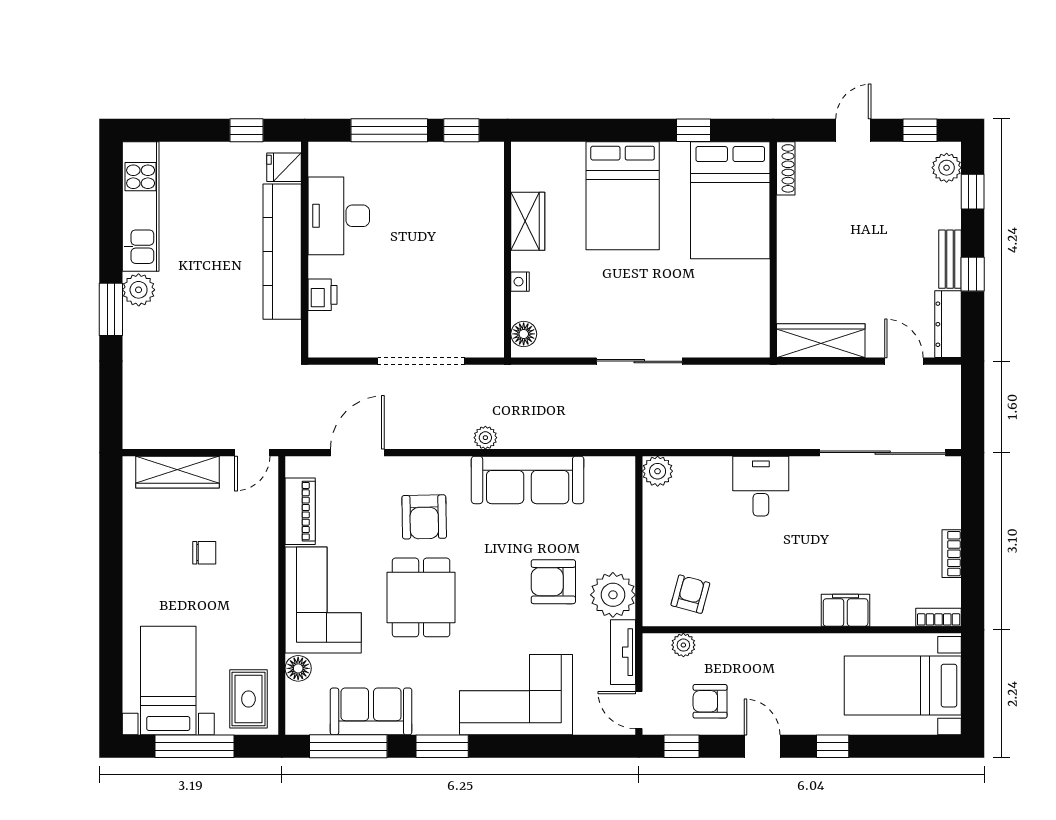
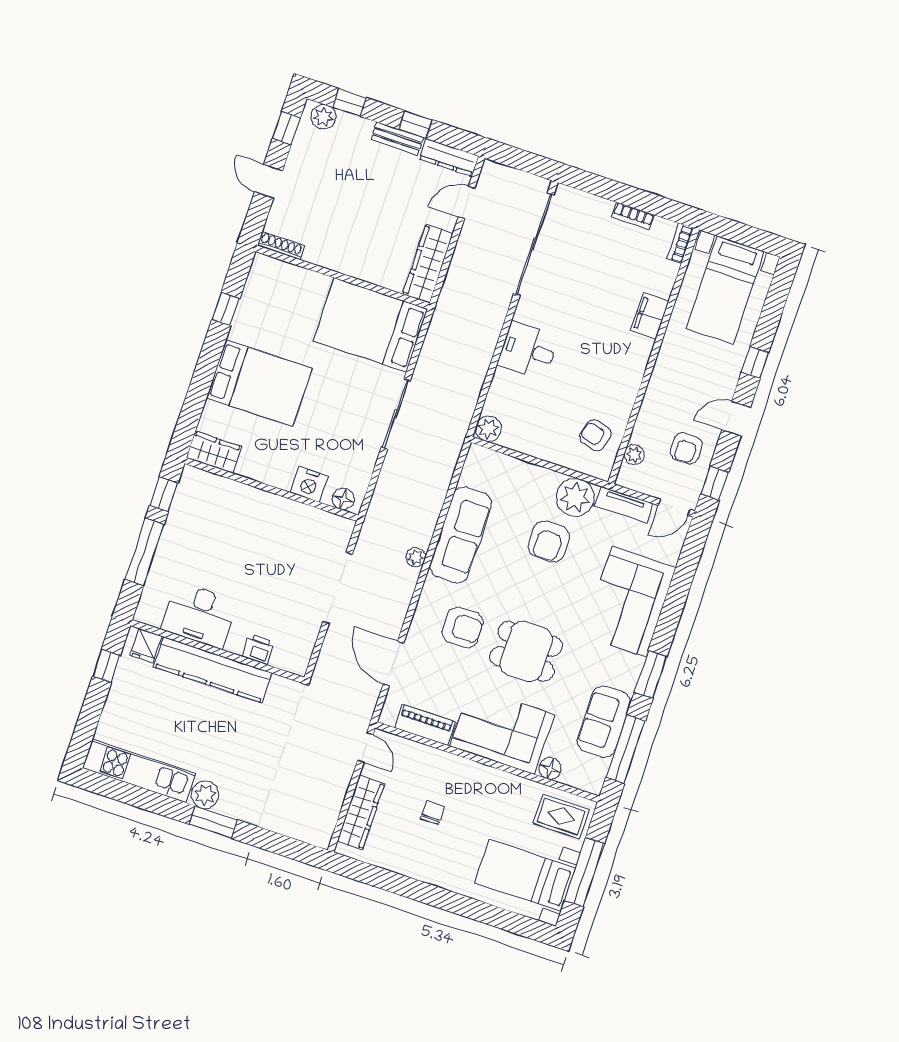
bed: (730, 200) -> (370, 325), moved, turned 180
wardrobe: (528, 221) -> (214, 452), moved
nightstand: (520, 282) -> (309, 484), width x1.89, depth x1.79

